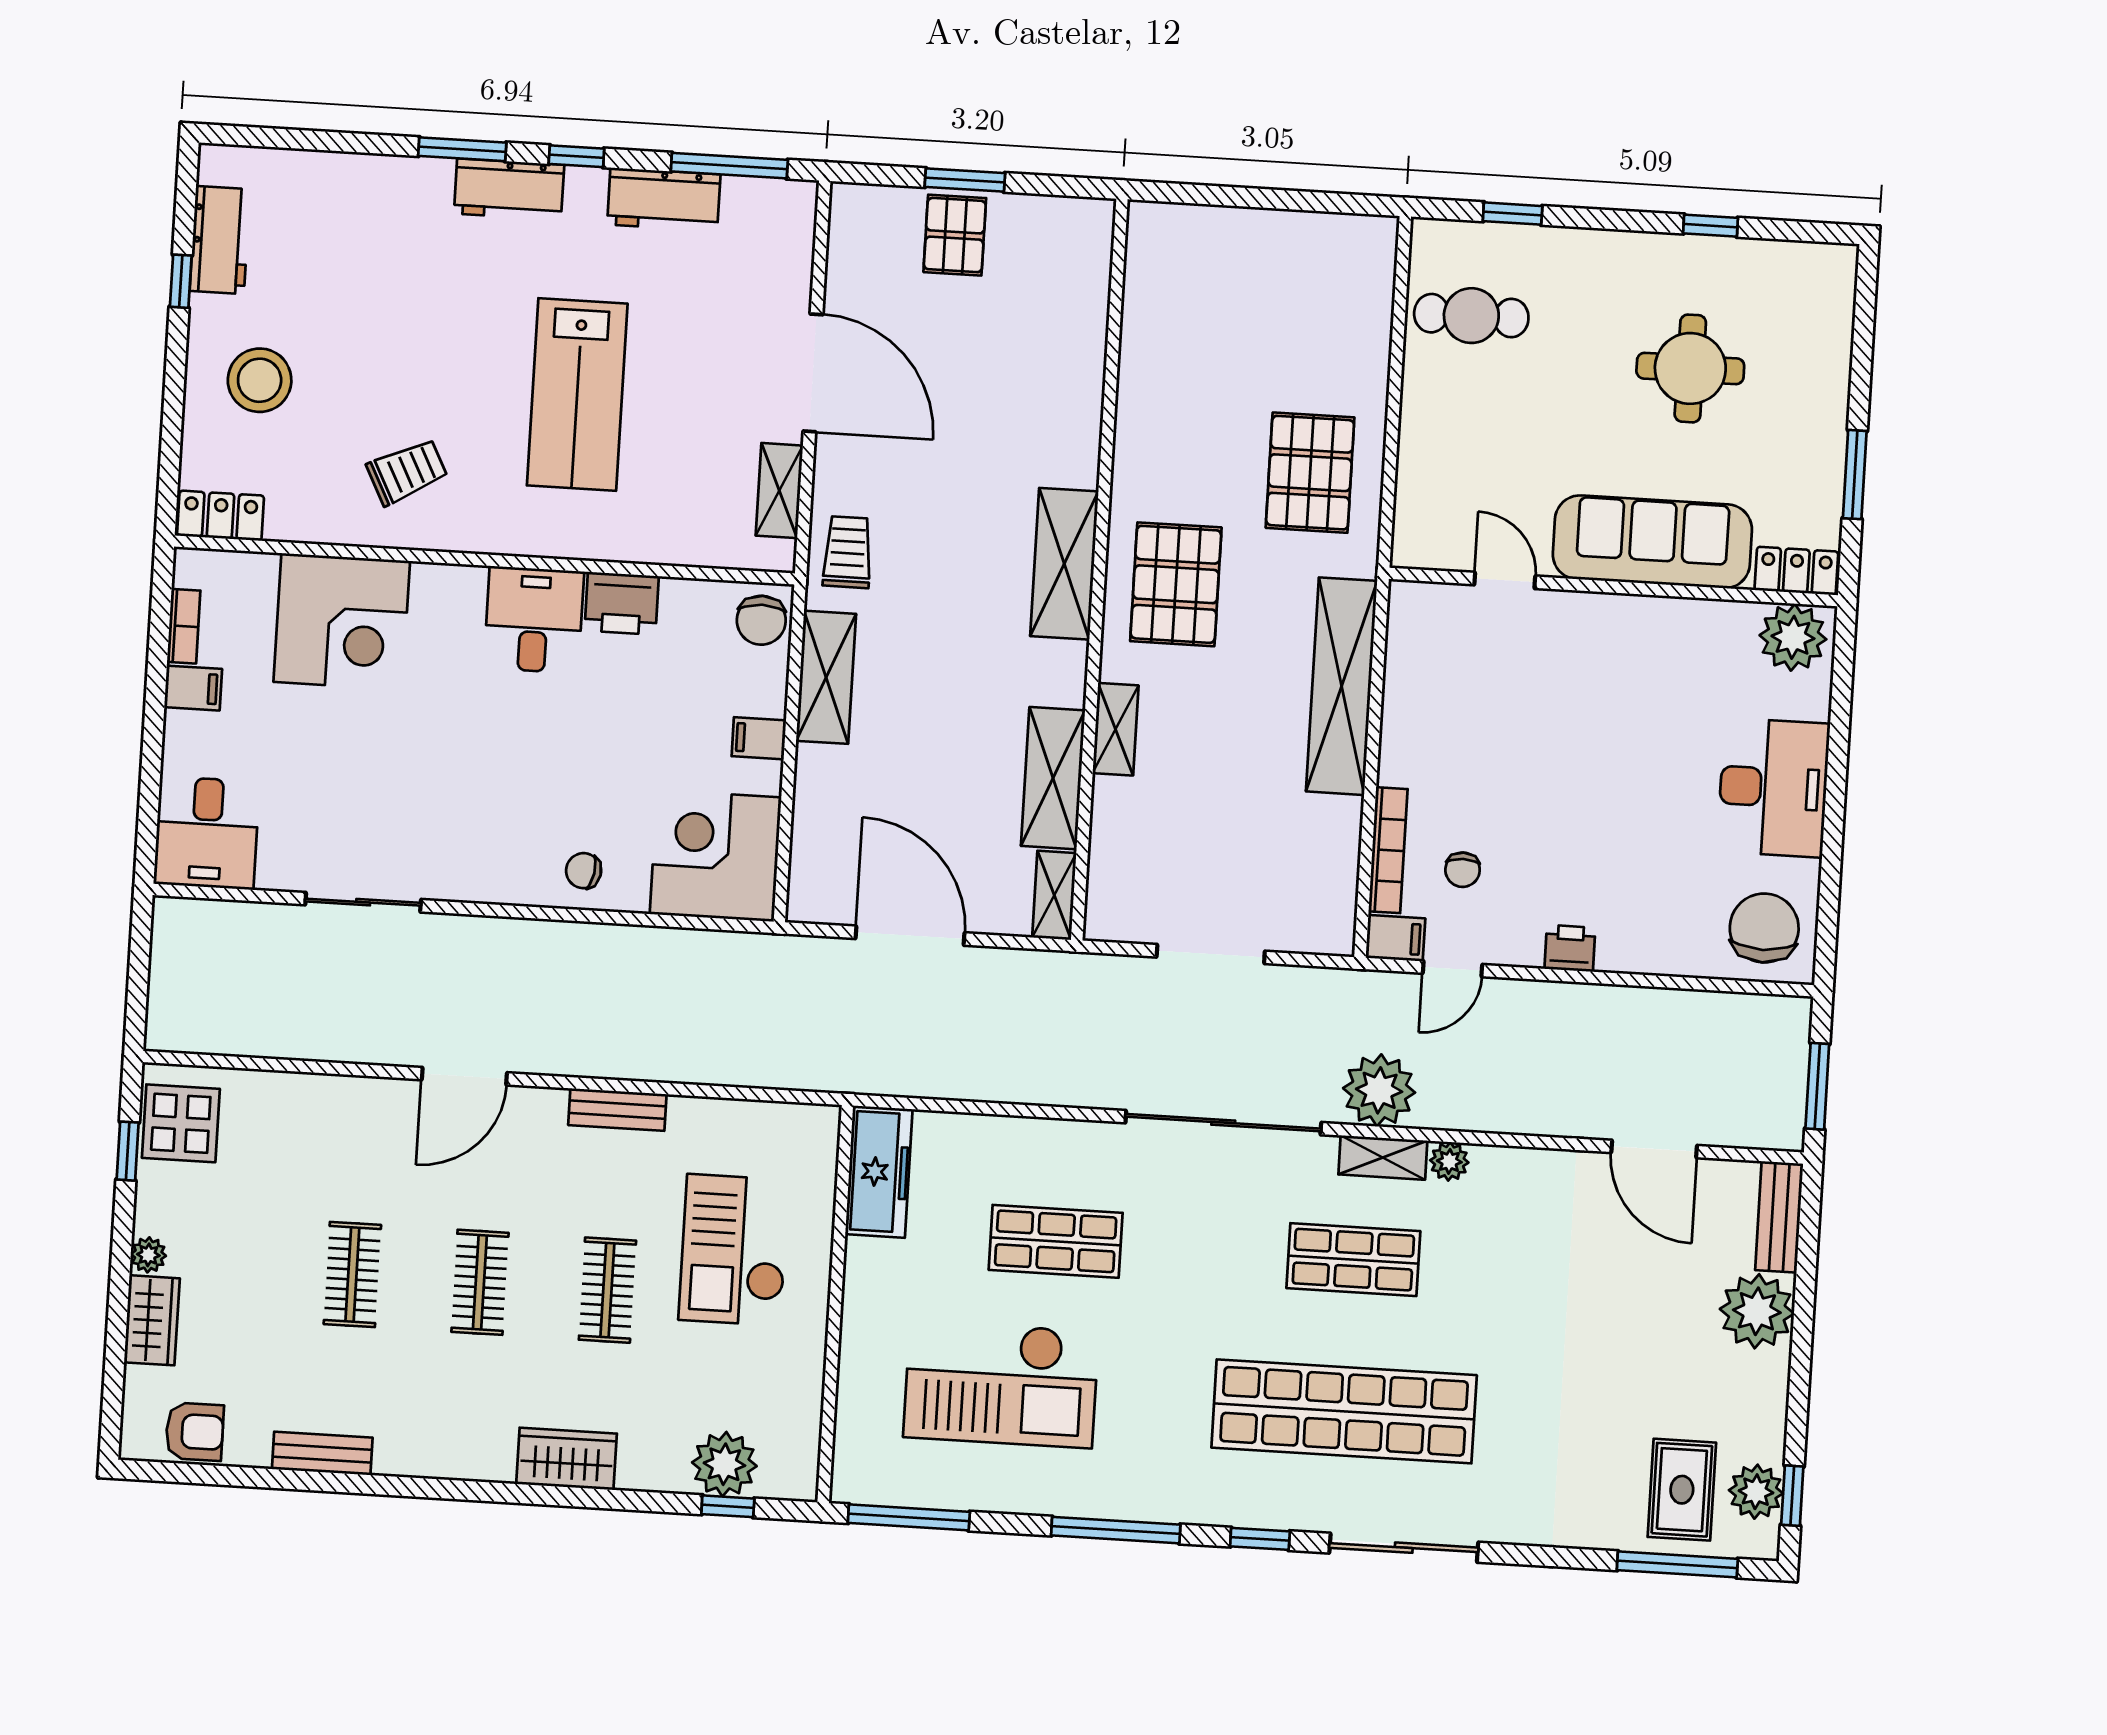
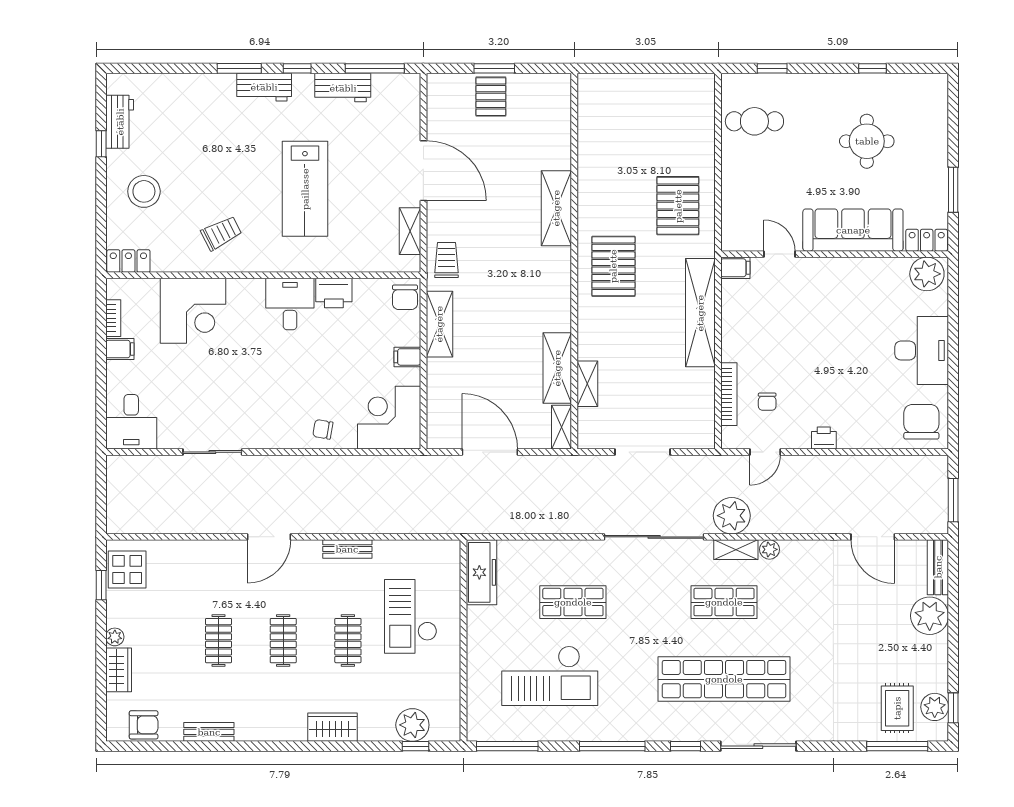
shelving: (1064, 564) -> (556, 208), moved
shelving: (1115, 729) -> (587, 384), moved
filing cabinet: (1395, 938) -> (735, 268), moved

